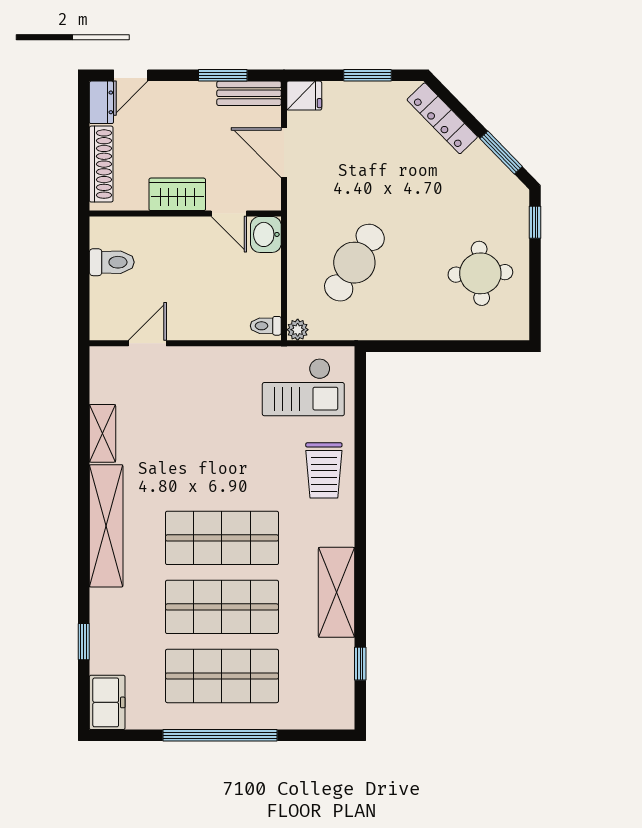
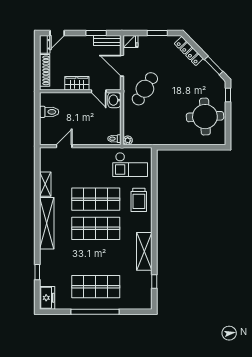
cafe table: (354, 263) -> (145, 89), moved
round table: (480, 273) -> (205, 117), width x1.36, depth x1.36
shop shelf: (222, 607) -> (96, 199), moved

